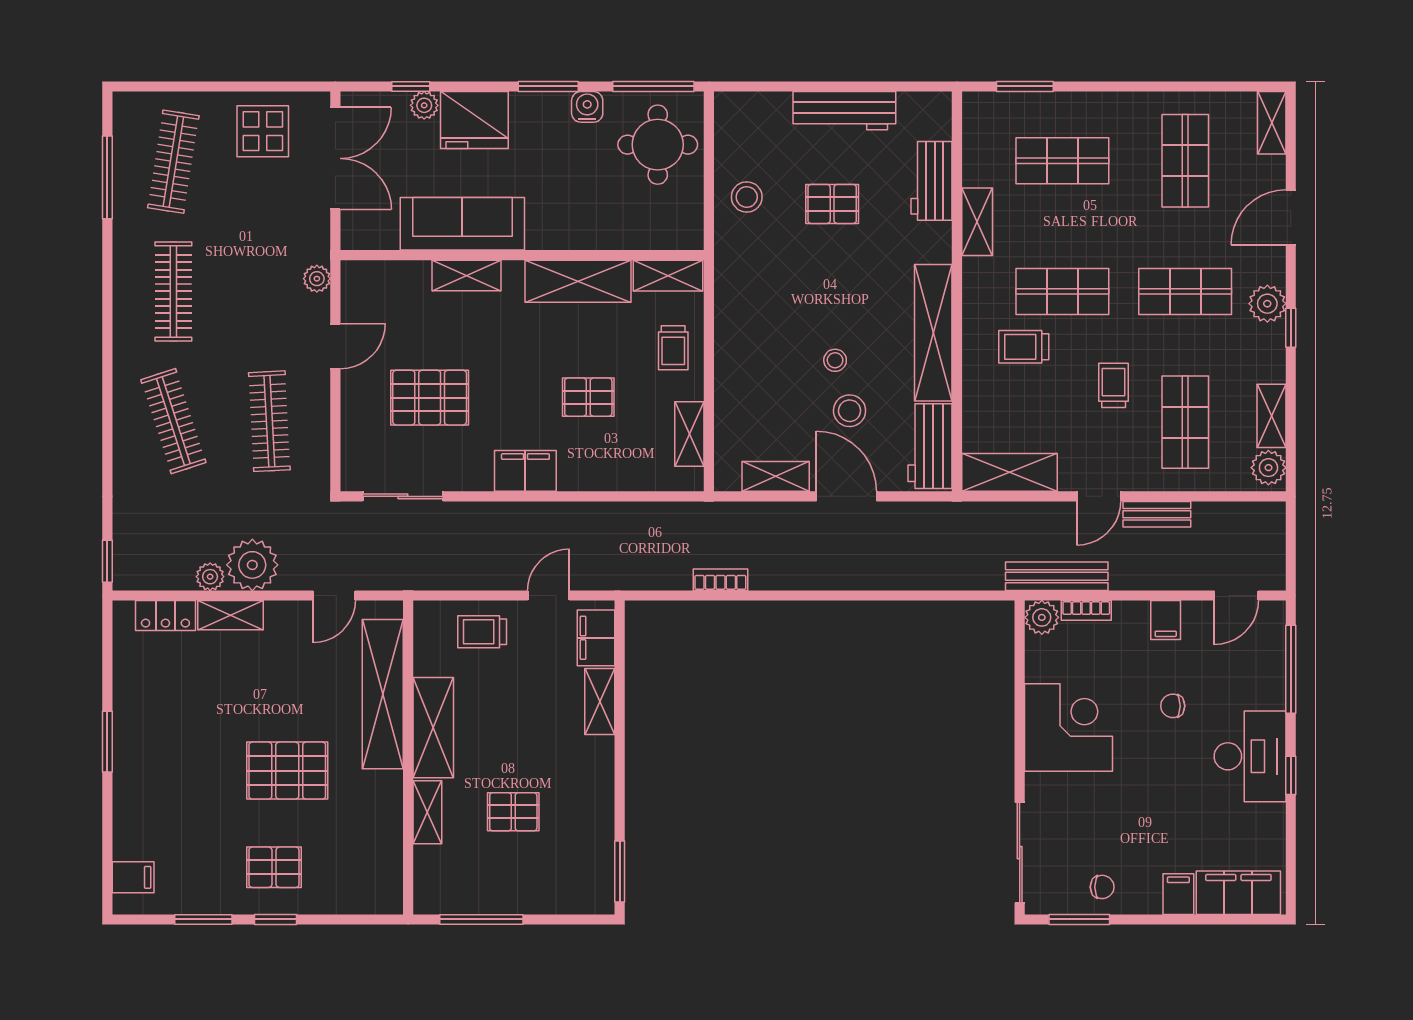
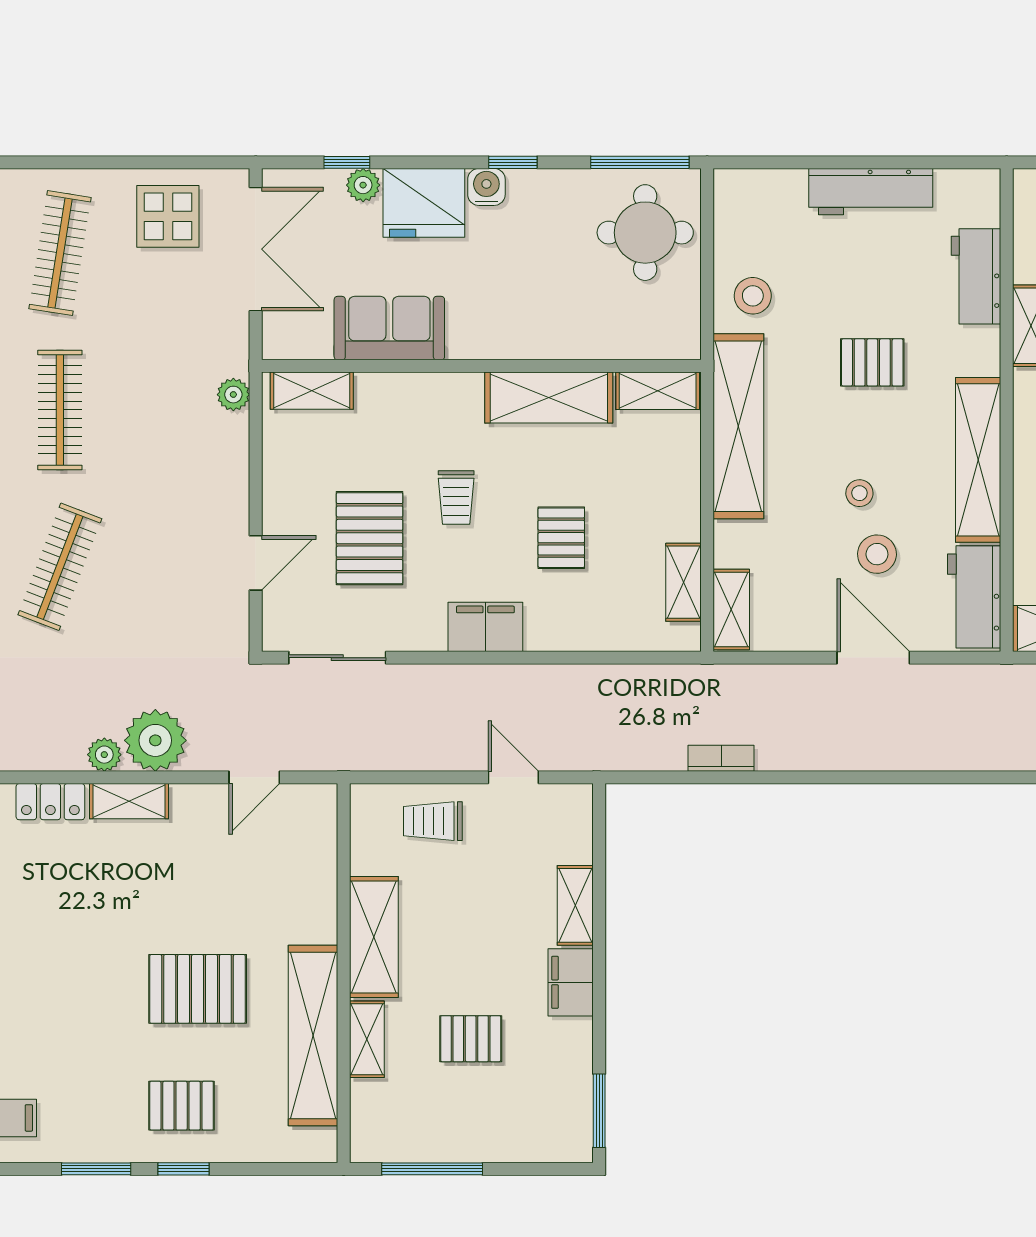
window: (548, 86) -> (513, 162), width x0.67
water cooler: (587, 107) -> (486, 187), moved
pallet: (832, 204) -> (872, 362), moved
sofa: (462, 224) -> (389, 328), width x0.73
shelving: (466, 275) -> (312, 391), moved
shelving: (735, 305) -> (738, 426), added
door: (335, 346) -> (256, 563), moved
trolley: (673, 348) -> (456, 498), moved
pallet: (588, 397) -> (561, 538), turned 90
pallet: (430, 398) -> (370, 538), turned 90
clothes rail: (173, 421) -> (60, 567), turned 39
clothes rail: (269, 421) -> (176, 567), removed
shelving: (776, 476) -> (731, 610), moved, turned 90
door: (549, 596) -> (513, 777), hinge flipped
filing cabinet: (596, 638) -> (571, 982), moved
shelving: (383, 694) -> (313, 1035), moved

